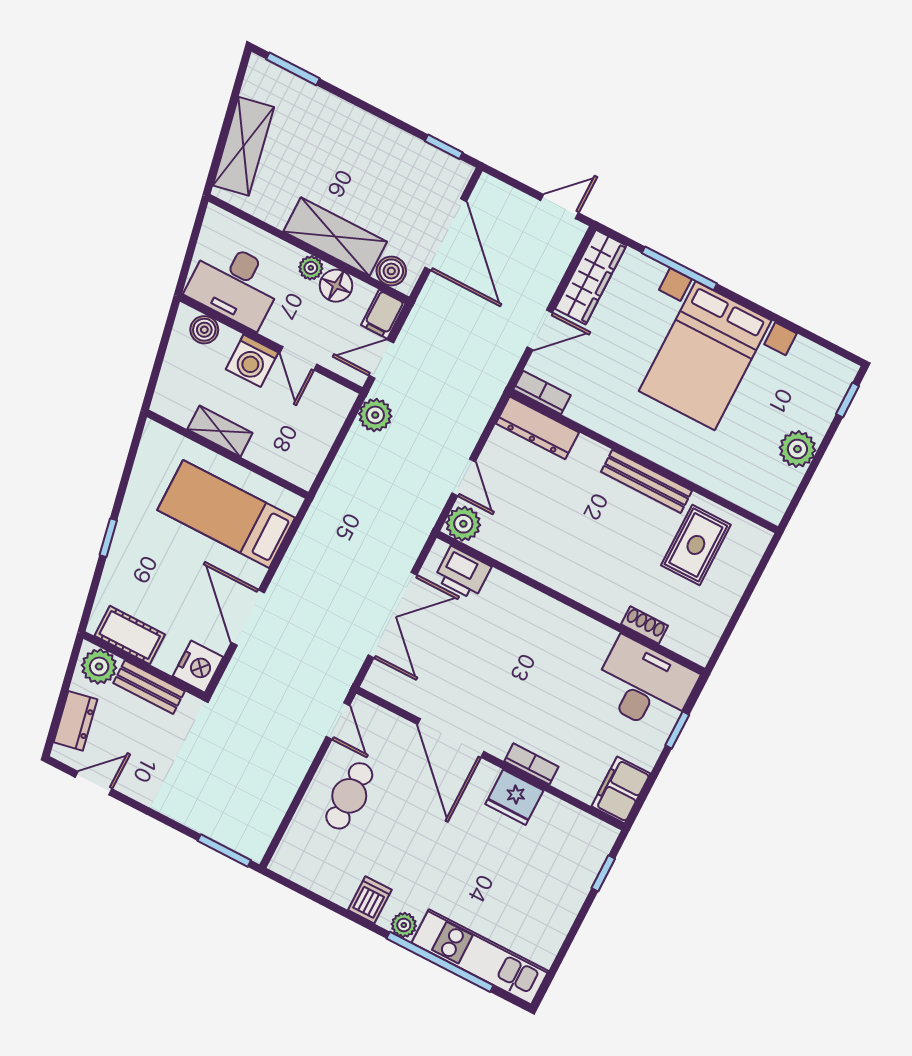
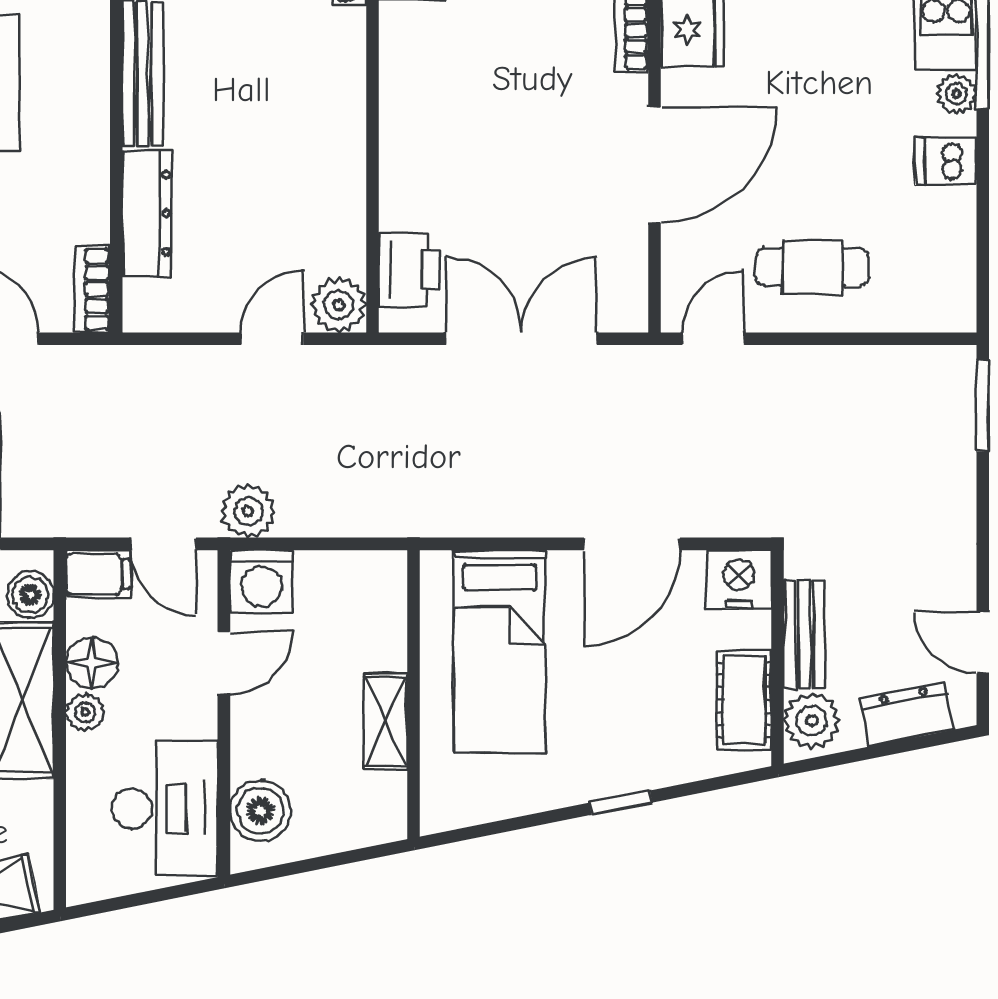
boiler: (204, 330) -> (260, 811), width x1.36, depth x1.36
washing machine: (252, 361) -> (262, 582), moved, turned 90
dresser: (537, 428) -> (147, 213), moved

